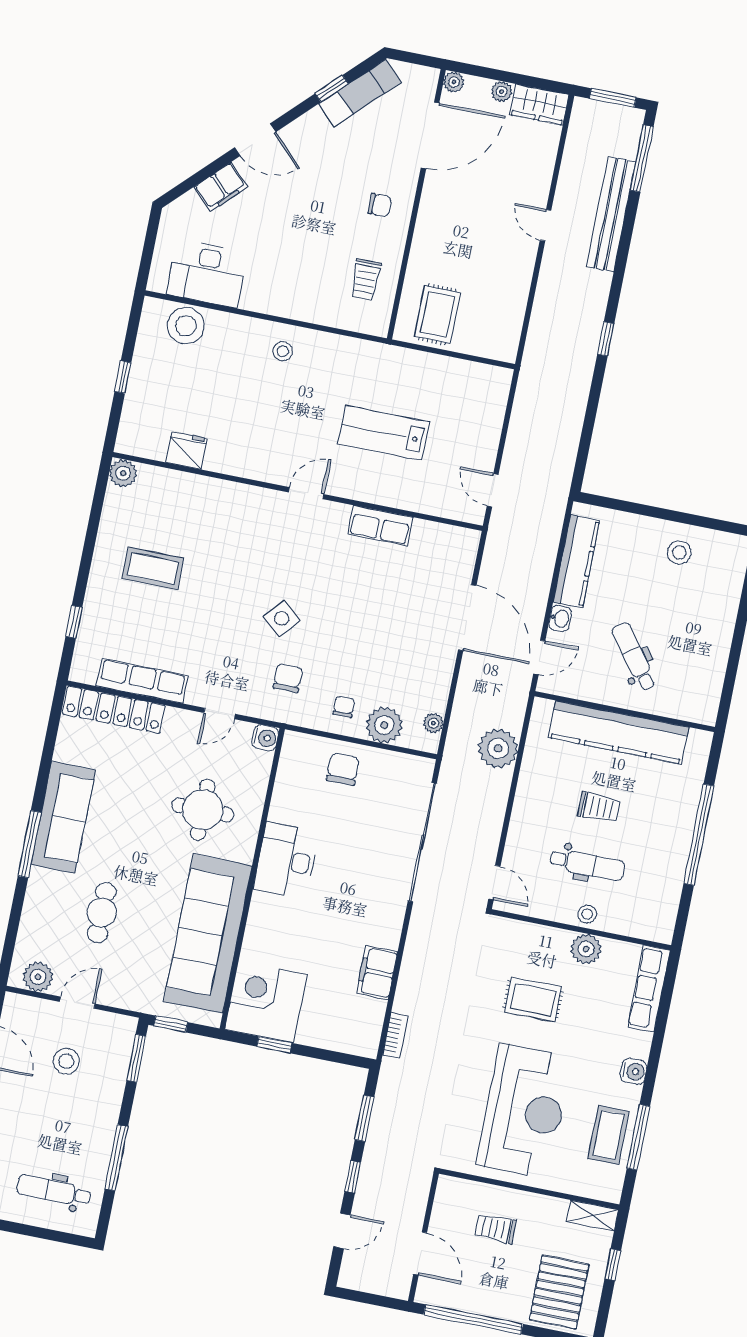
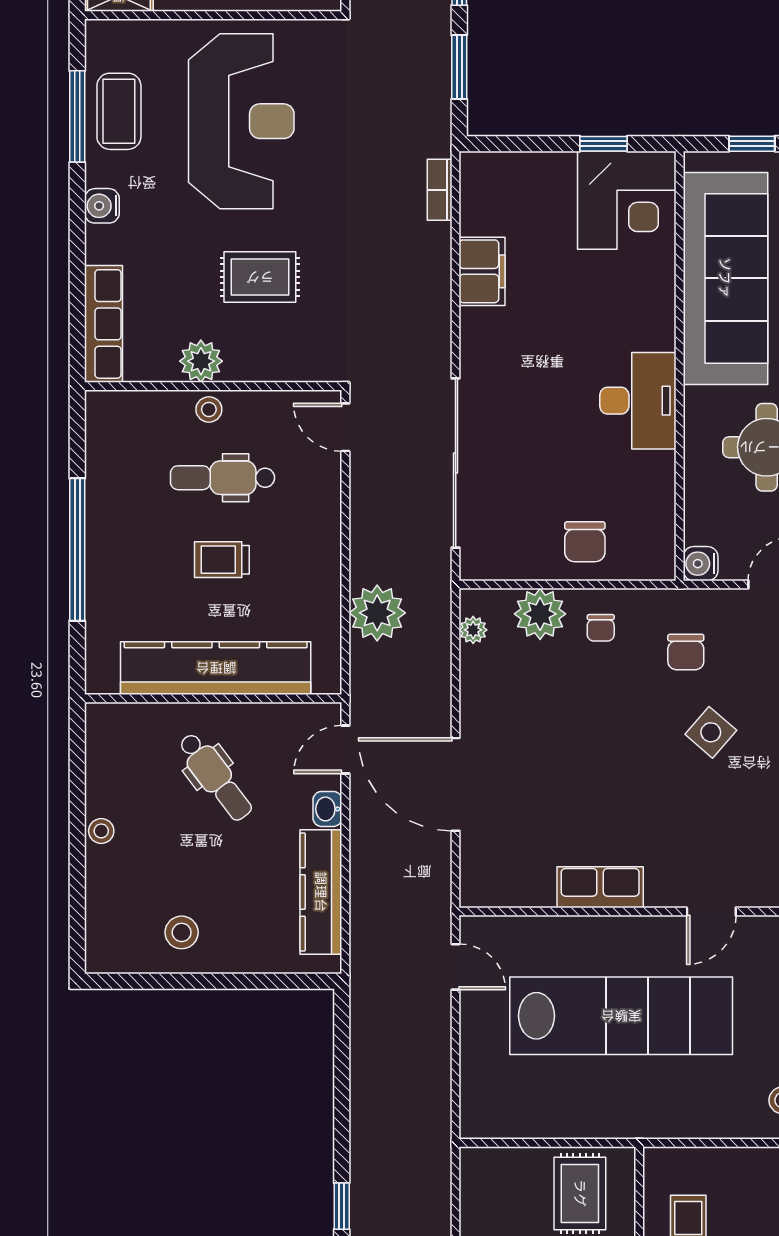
lab bench: (384, 433) -> (621, 1016), width x1.86, depth x1.39
stool: (721, 635) -> (101, 831), added
reception desk: (524, 1111) -> (241, 121), turned 180

